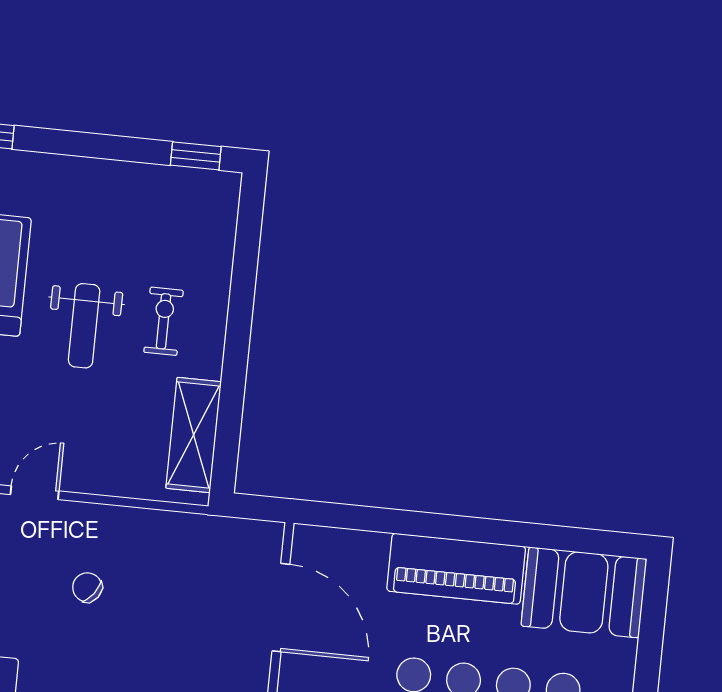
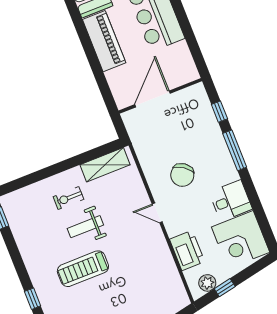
weight bench: (84, 326) -> (85, 227), turned 180
chair: (87, 587) -> (182, 175), width x1.87, depth x1.87

